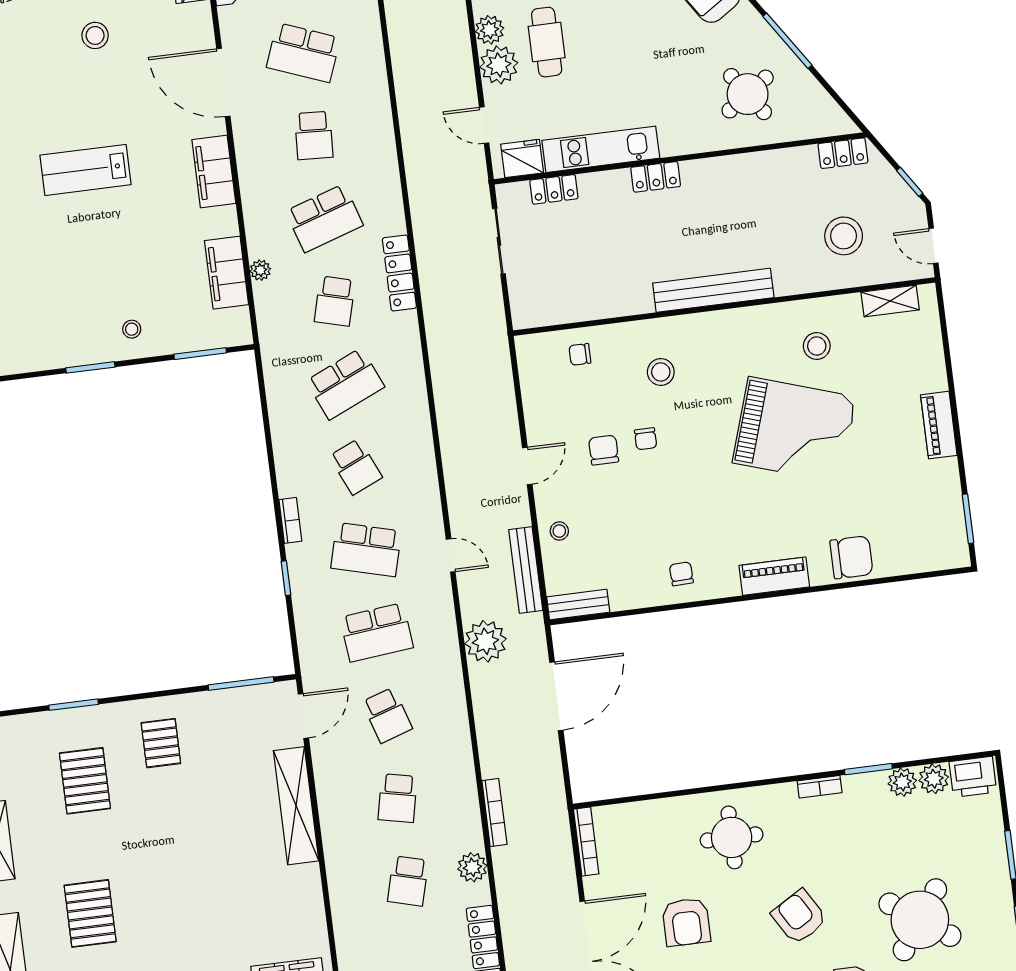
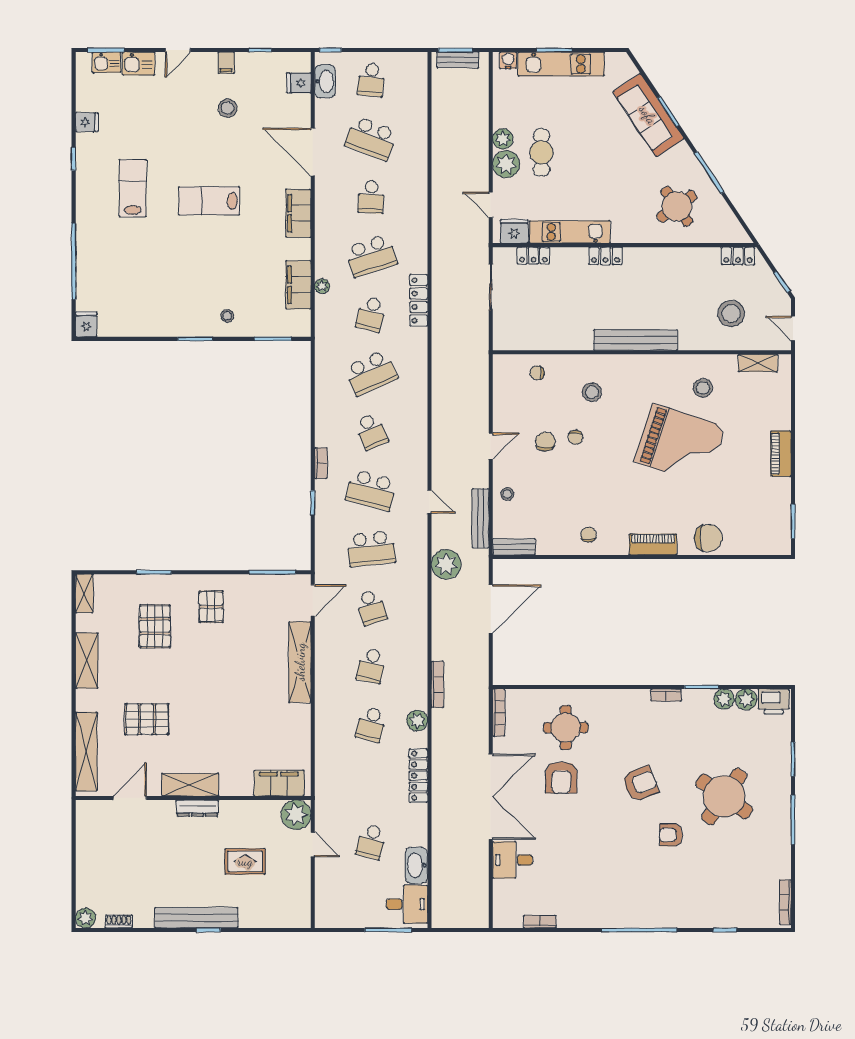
round table: (732, 837) -> (566, 728), moved
pallet: (90, 913) -> (147, 719), turned 90
armchair: (799, 917) -> (640, 784), turned 100

